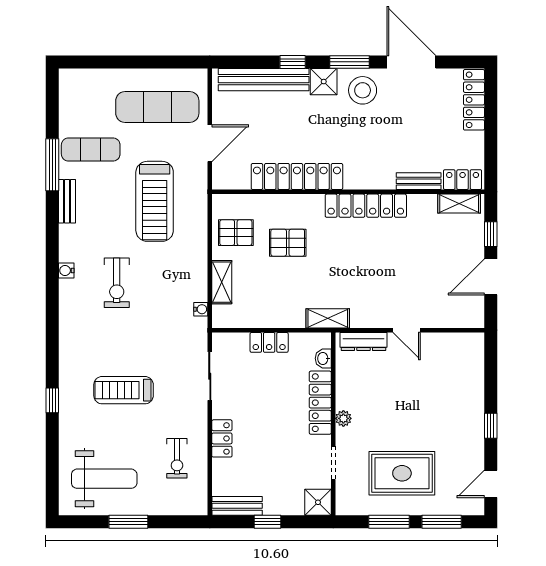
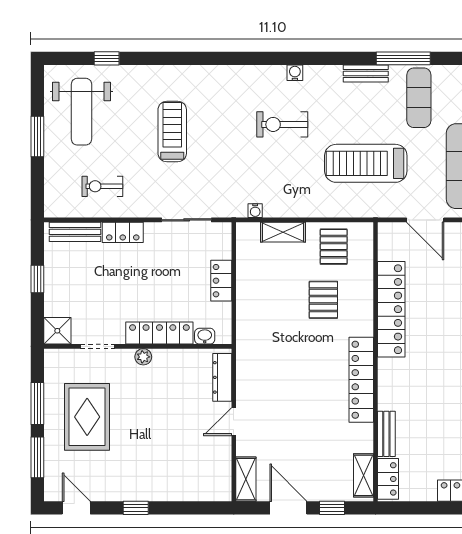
shelving: (328, 318) -> (246, 479), moved
window: (52, 400) -> (107, 58), moved
bench: (237, 506) -> (75, 232), moved, turned 90

